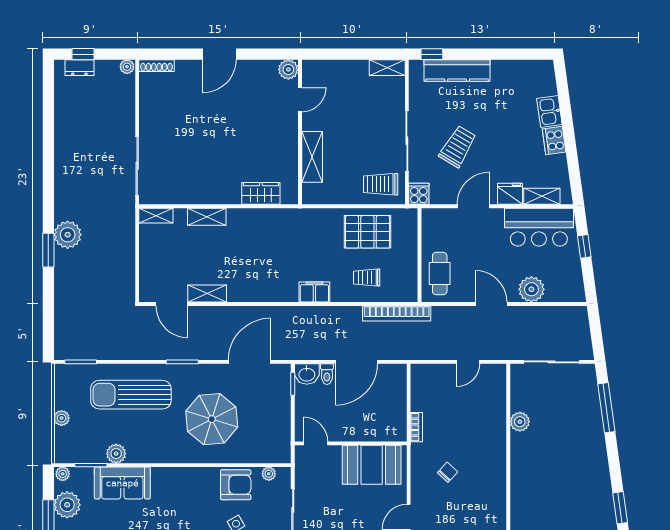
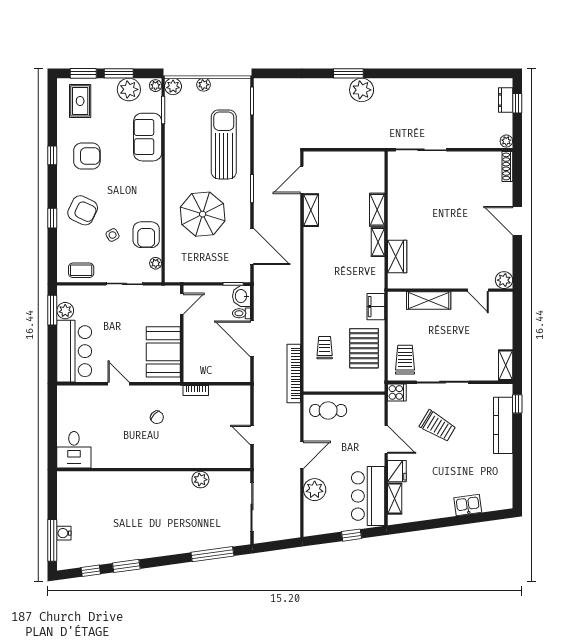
cooker: (554, 141) -> (443, 509), removed
shelving: (156, 216) -> (378, 242), moved
filing cabinet: (314, 292) -> (376, 307), moved, turned 180
plant: (116, 454) -> (173, 86), moved

